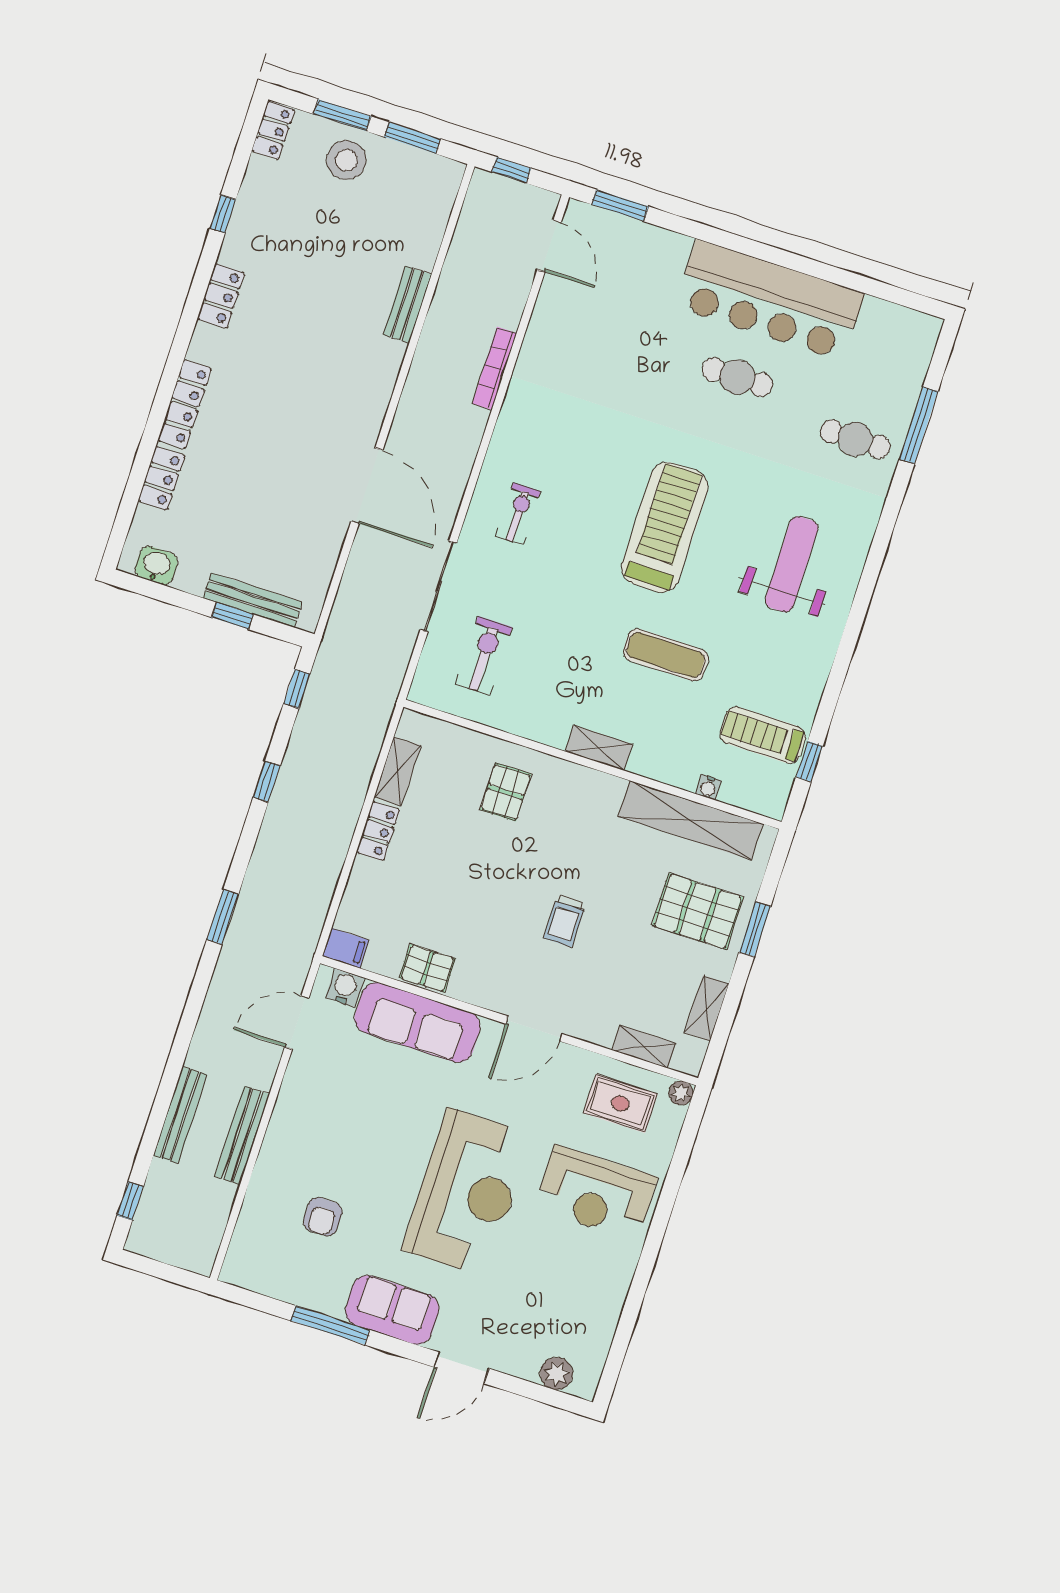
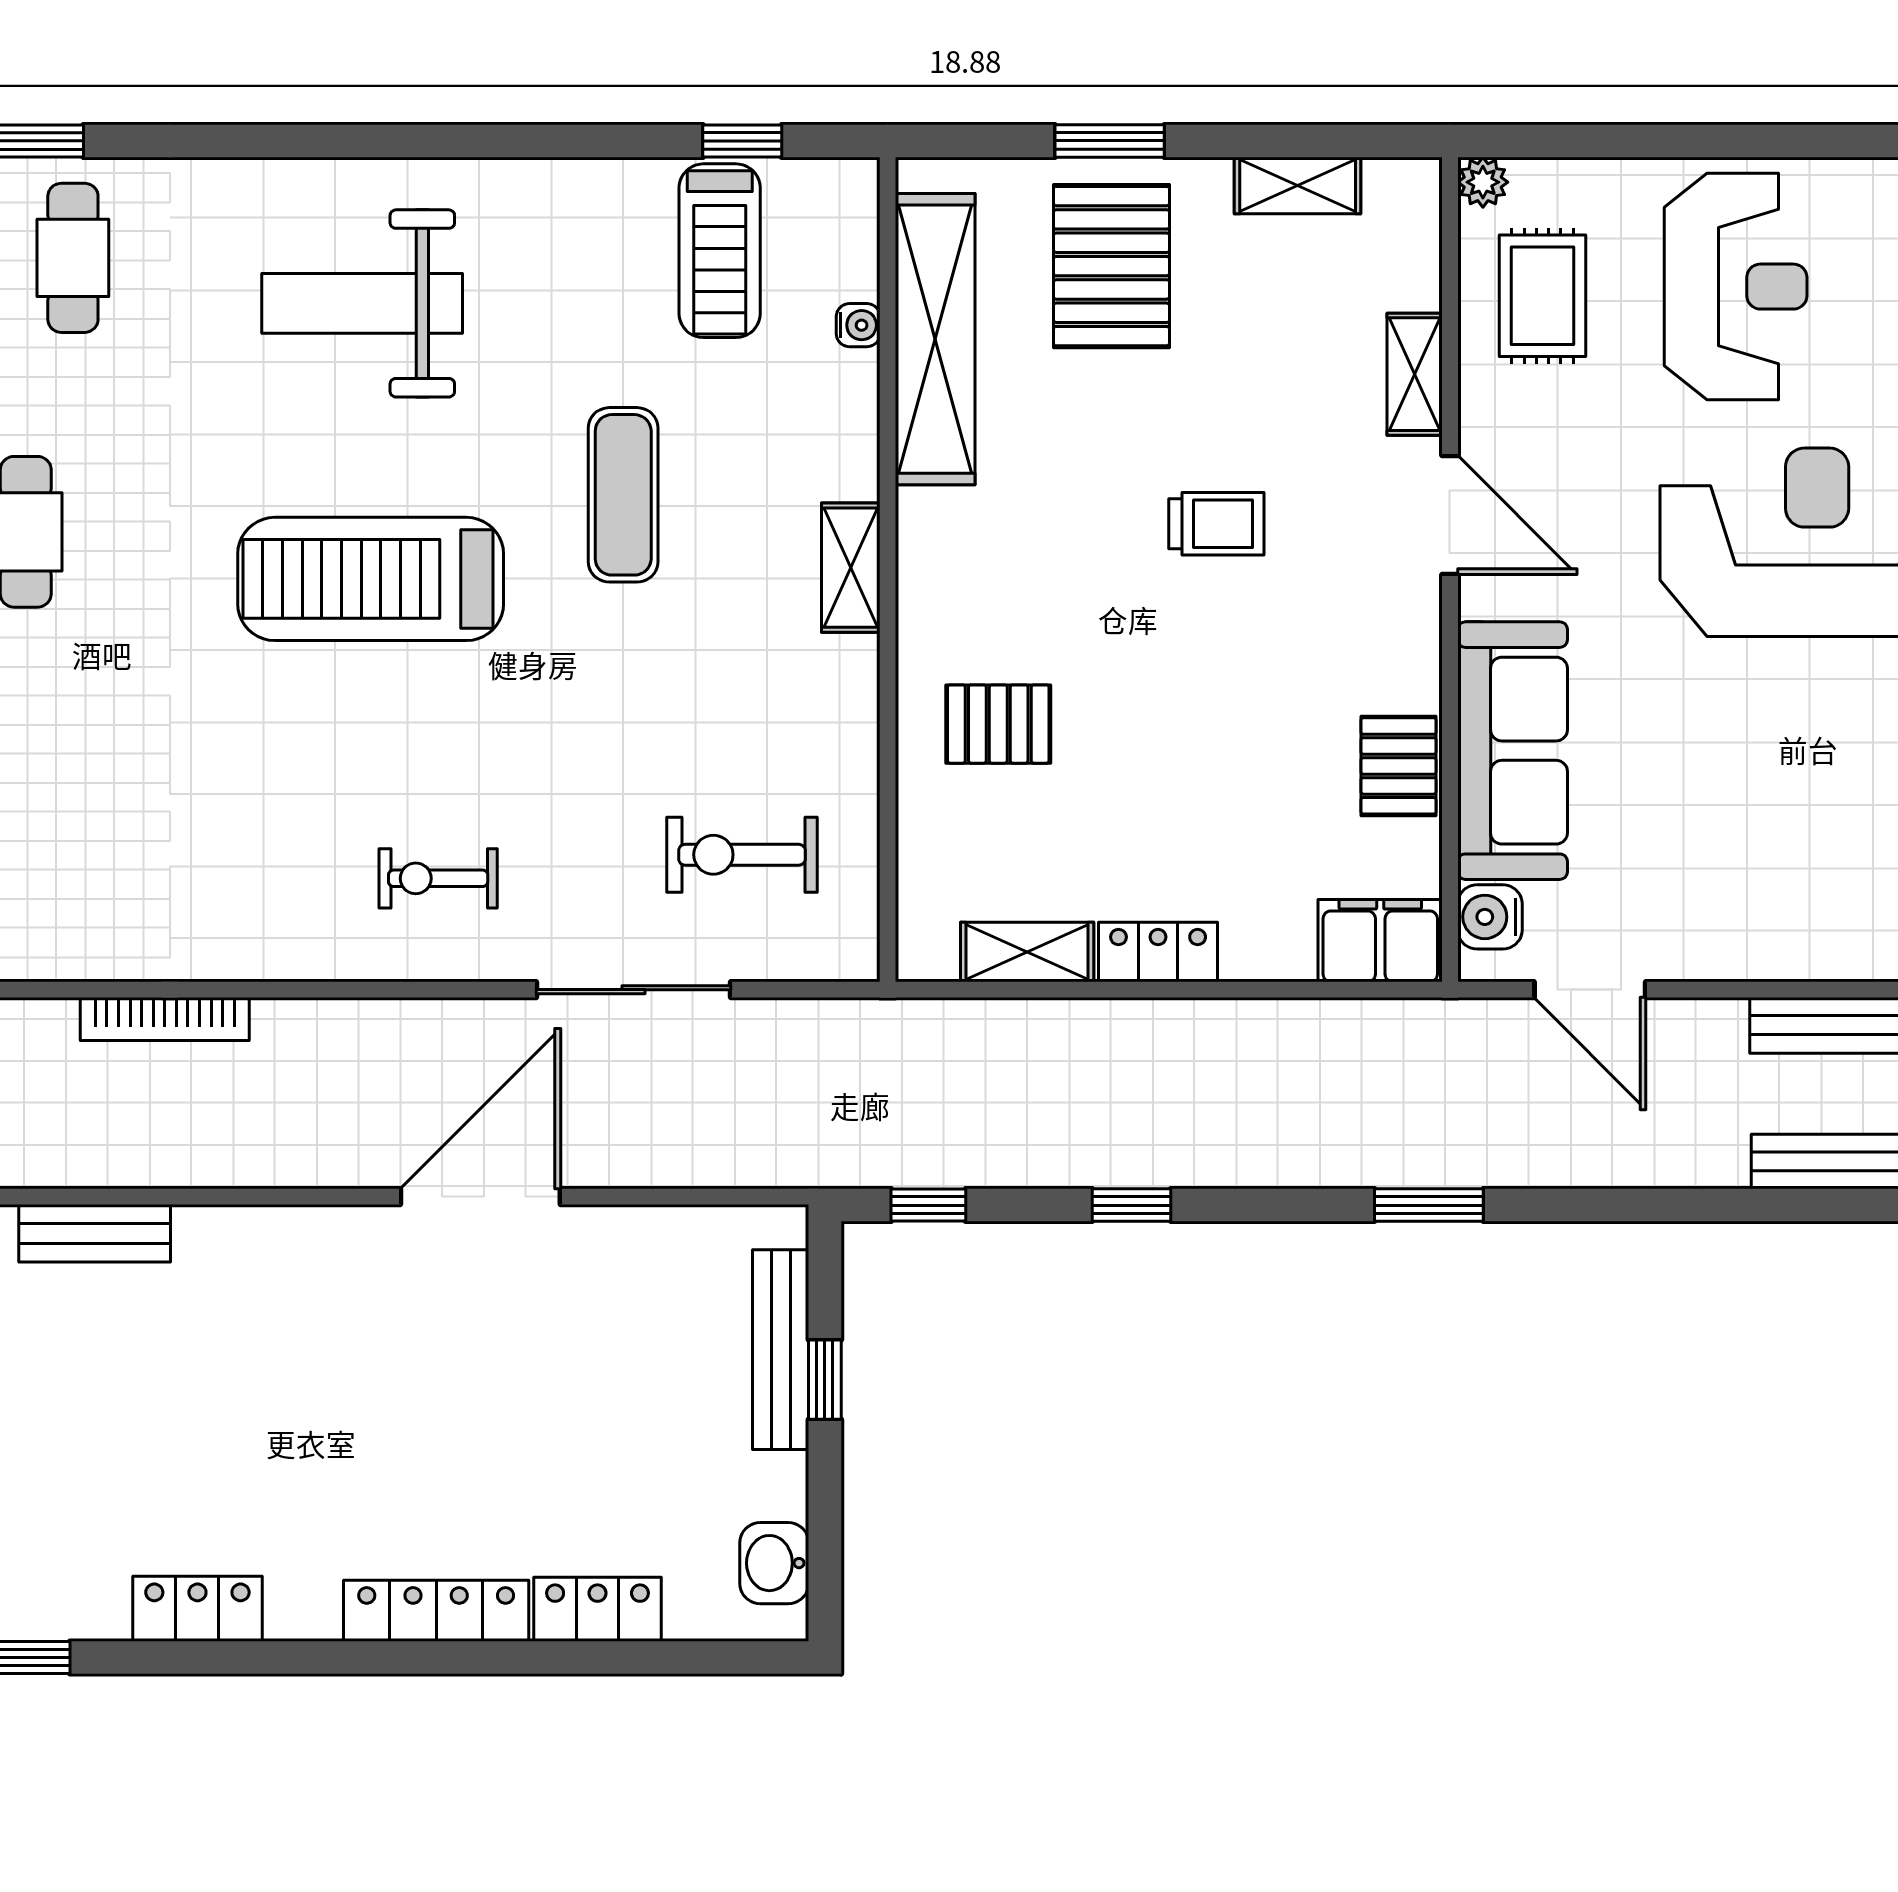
filing cabinet: (346, 948) -> (1380, 941), width x2.00
shelving: (644, 1047) -> (1415, 374), moved

